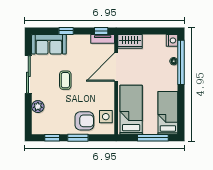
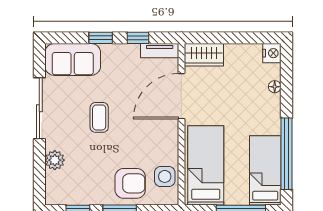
window: (101, 31) -> (138, 38), moved
window: (181, 62) -> (286, 154), moved

